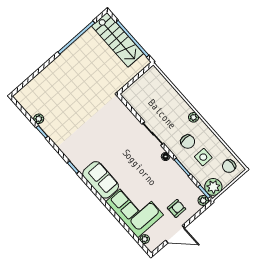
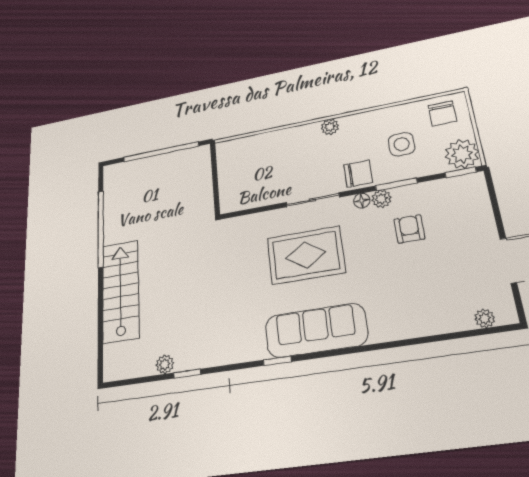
stairs: (118, 40) -> (121, 291), moved, turned -90
chair: (188, 142) -> (358, 174), moved
rug: (126, 148) -> (306, 255), added
sofa: (101, 180) -> (316, 330), width x1.36
plant: (203, 200) -> (381, 199), moved
corner sofa: (135, 208) -> (416, 302), removed
armchair: (176, 208) -> (409, 229), moved

